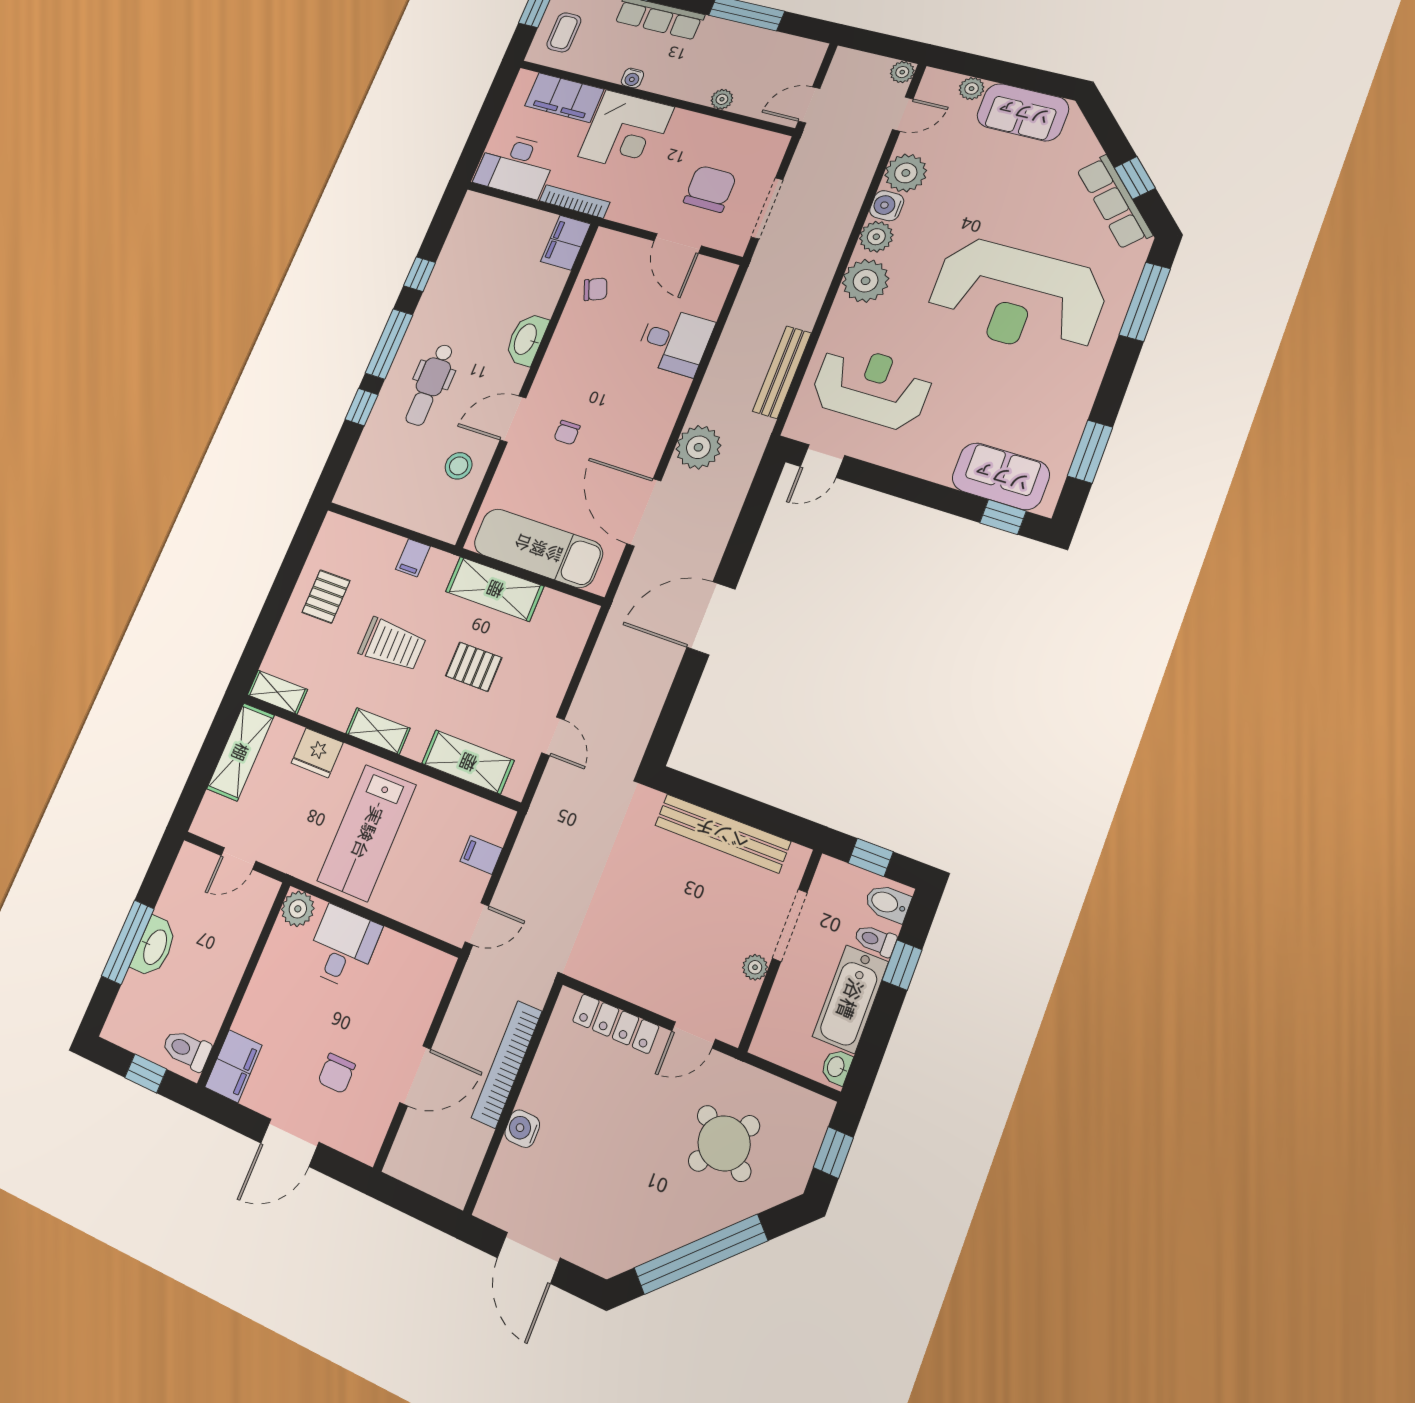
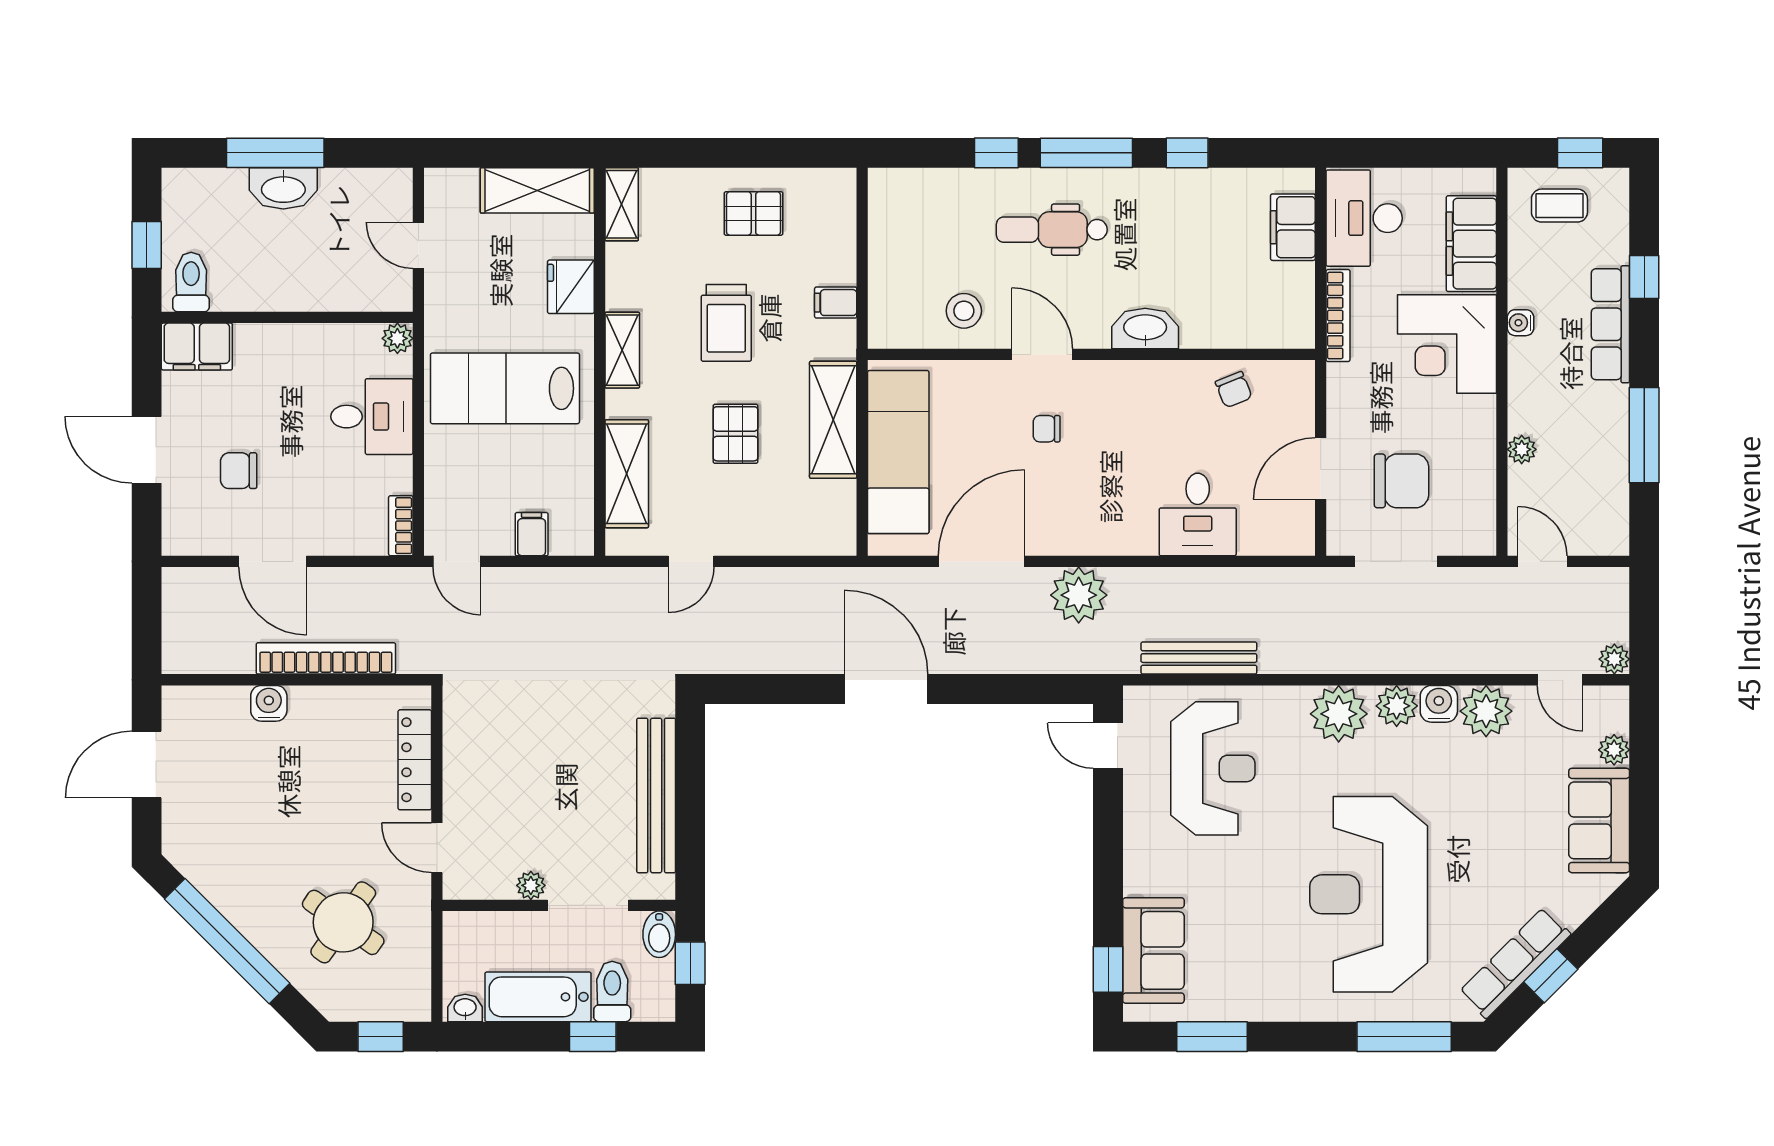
filing cabinet: (566, 243) -> (1293, 227), moved, turned -90
bidet: (887, 903) -> (659, 934), moved, turned 180
plant: (298, 909) -> (397, 338), width x0.73, depth x0.73
toilet: (875, 940) -> (612, 991), width x1.37, depth x1.39
bookcase: (432, 958) -> (401, 526), added

